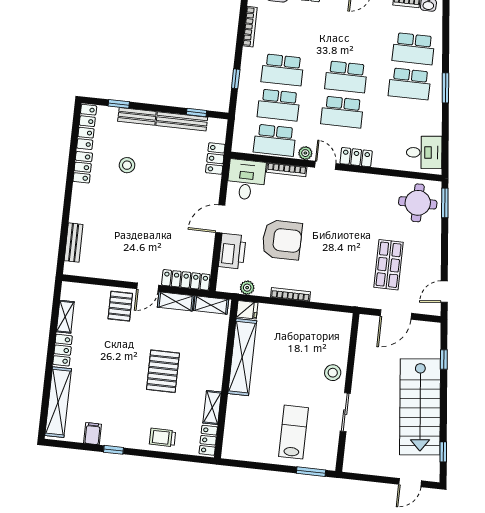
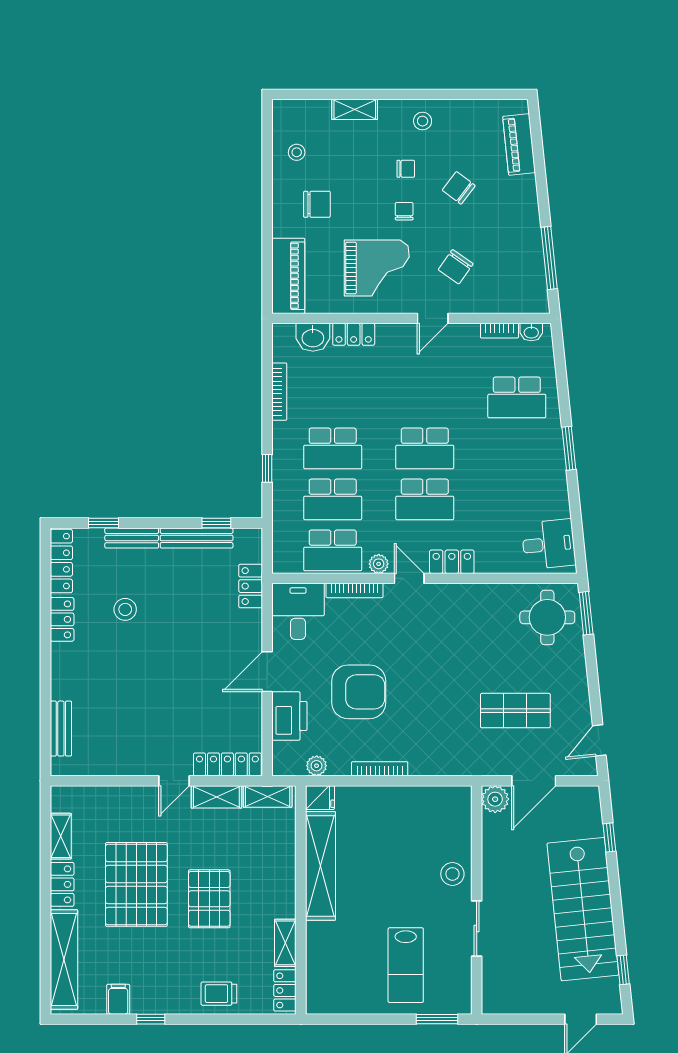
school desk: (410, 84) -> (517, 448), removed
shop shelf: (389, 265) -> (515, 711), turned 90
pallet: (120, 306) -> (136, 884), moved, width x2.05, depth x2.00
plant: (368, 324) -> (495, 799), added
lab bench: (294, 432) -> (406, 965), turned 180

